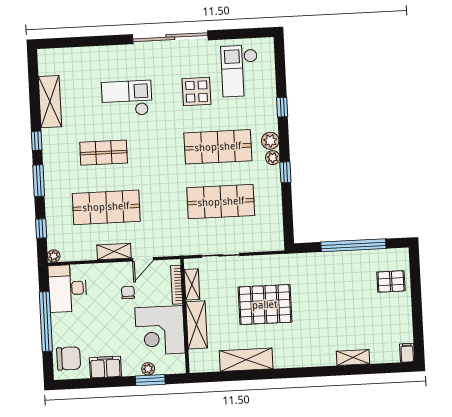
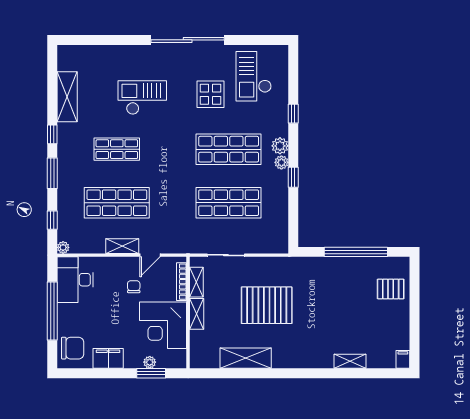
shelving: (197, 325) -> (197, 314), width x0.67, depth x0.75

